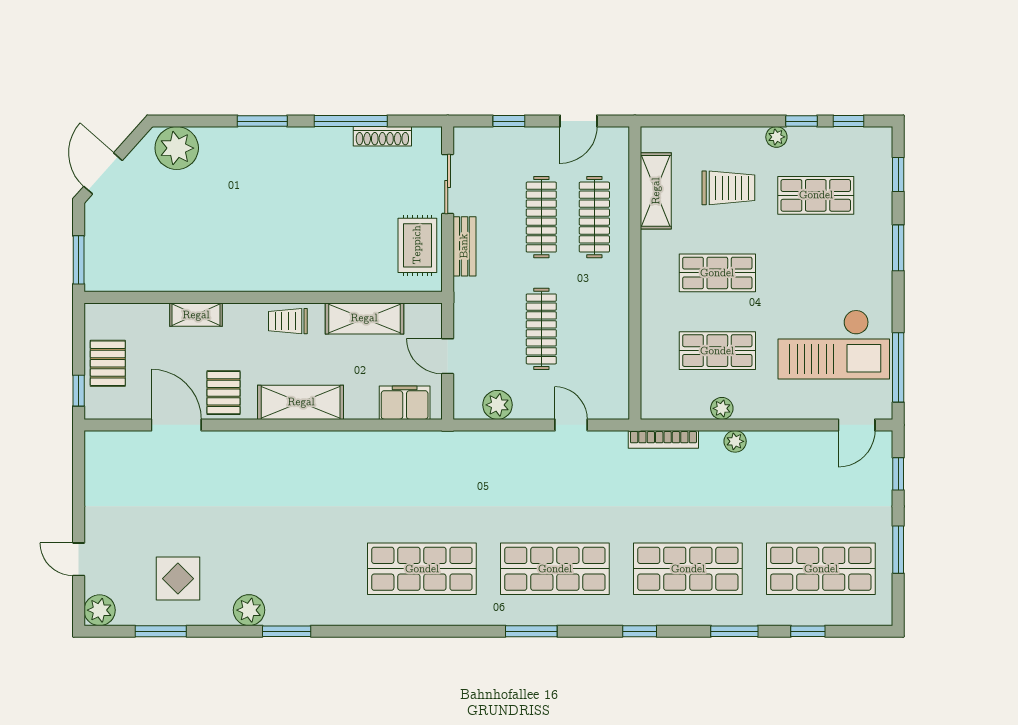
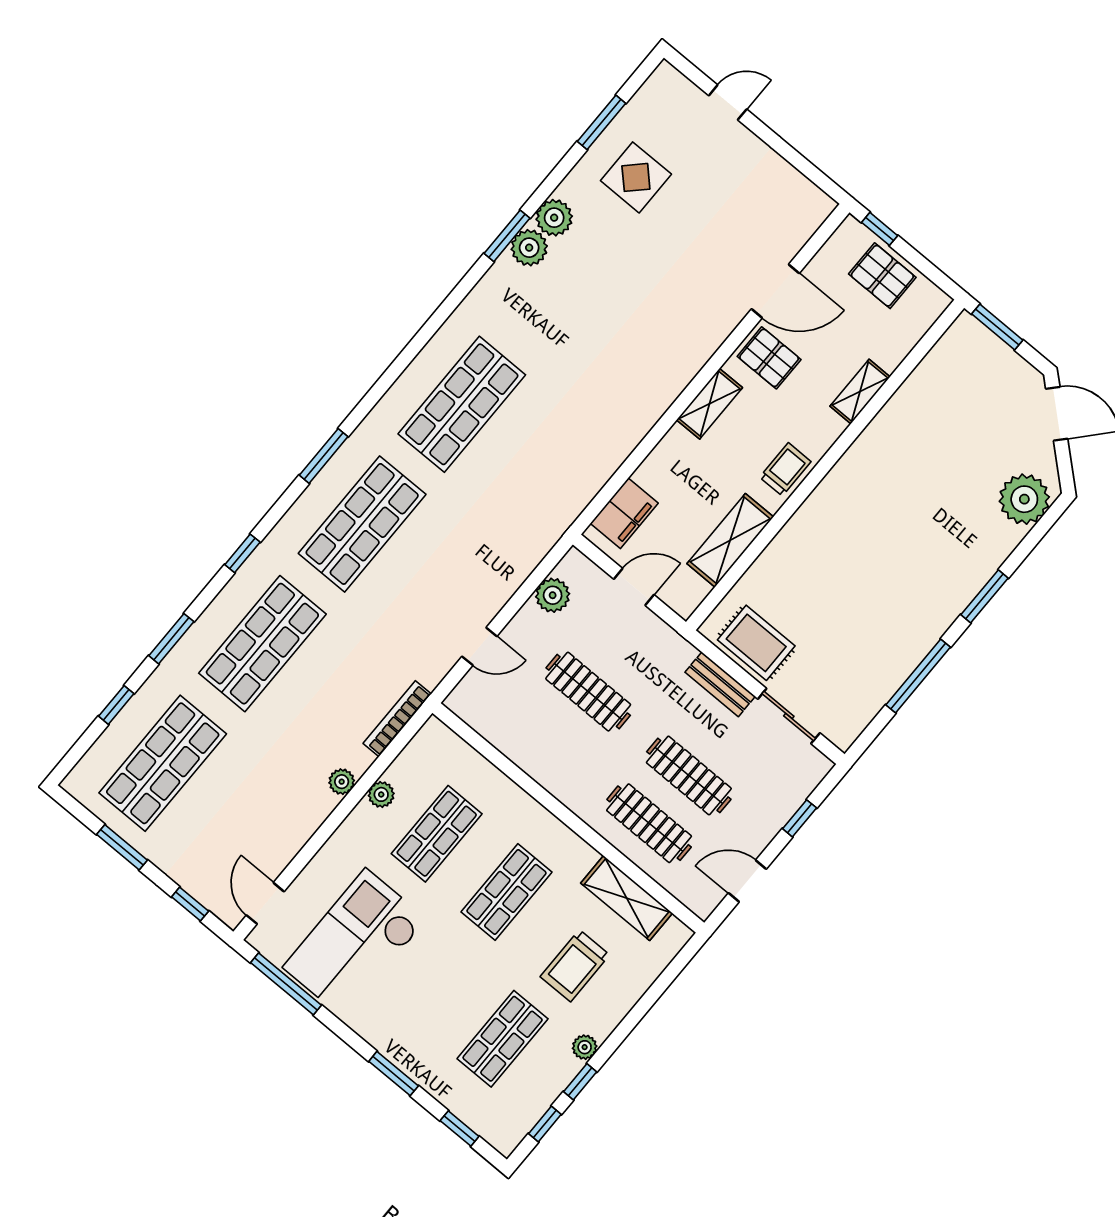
door: (579, 121) -> (747, 881), hinge flipped
shoe rack: (382, 136) -> (881, 693), removed
shelving: (301, 402) -> (709, 404), width x0.67, depth x0.75
plant: (100, 610) -> (529, 248), moved

